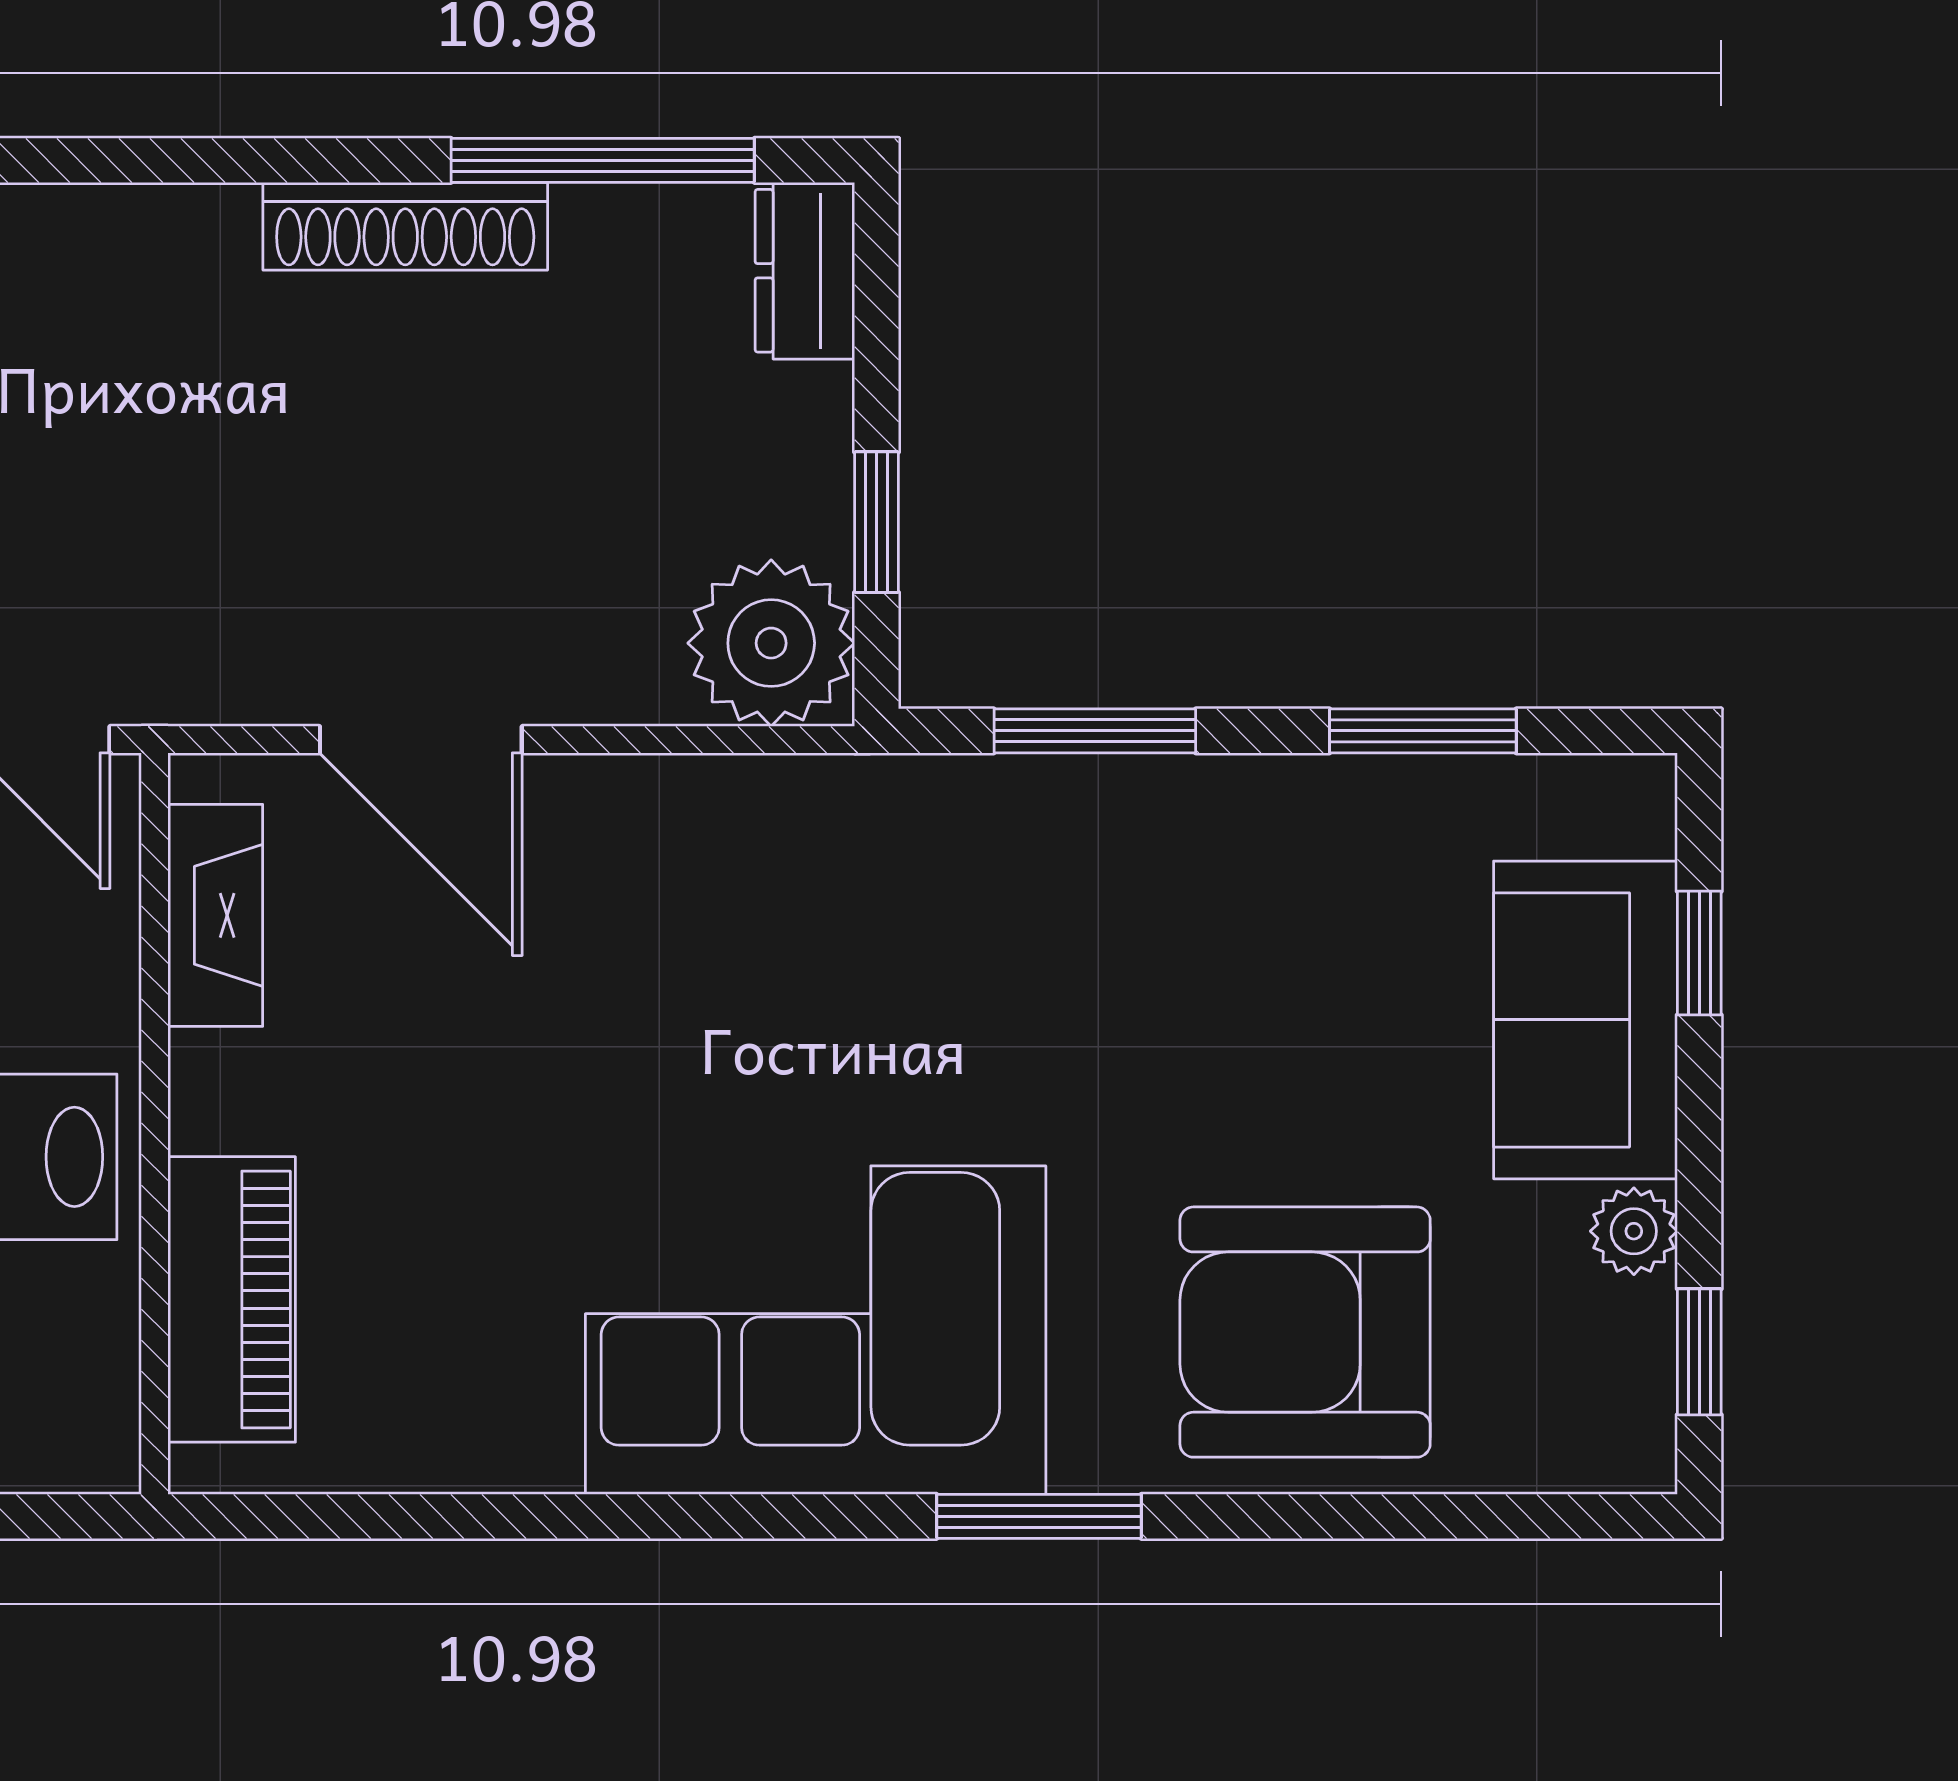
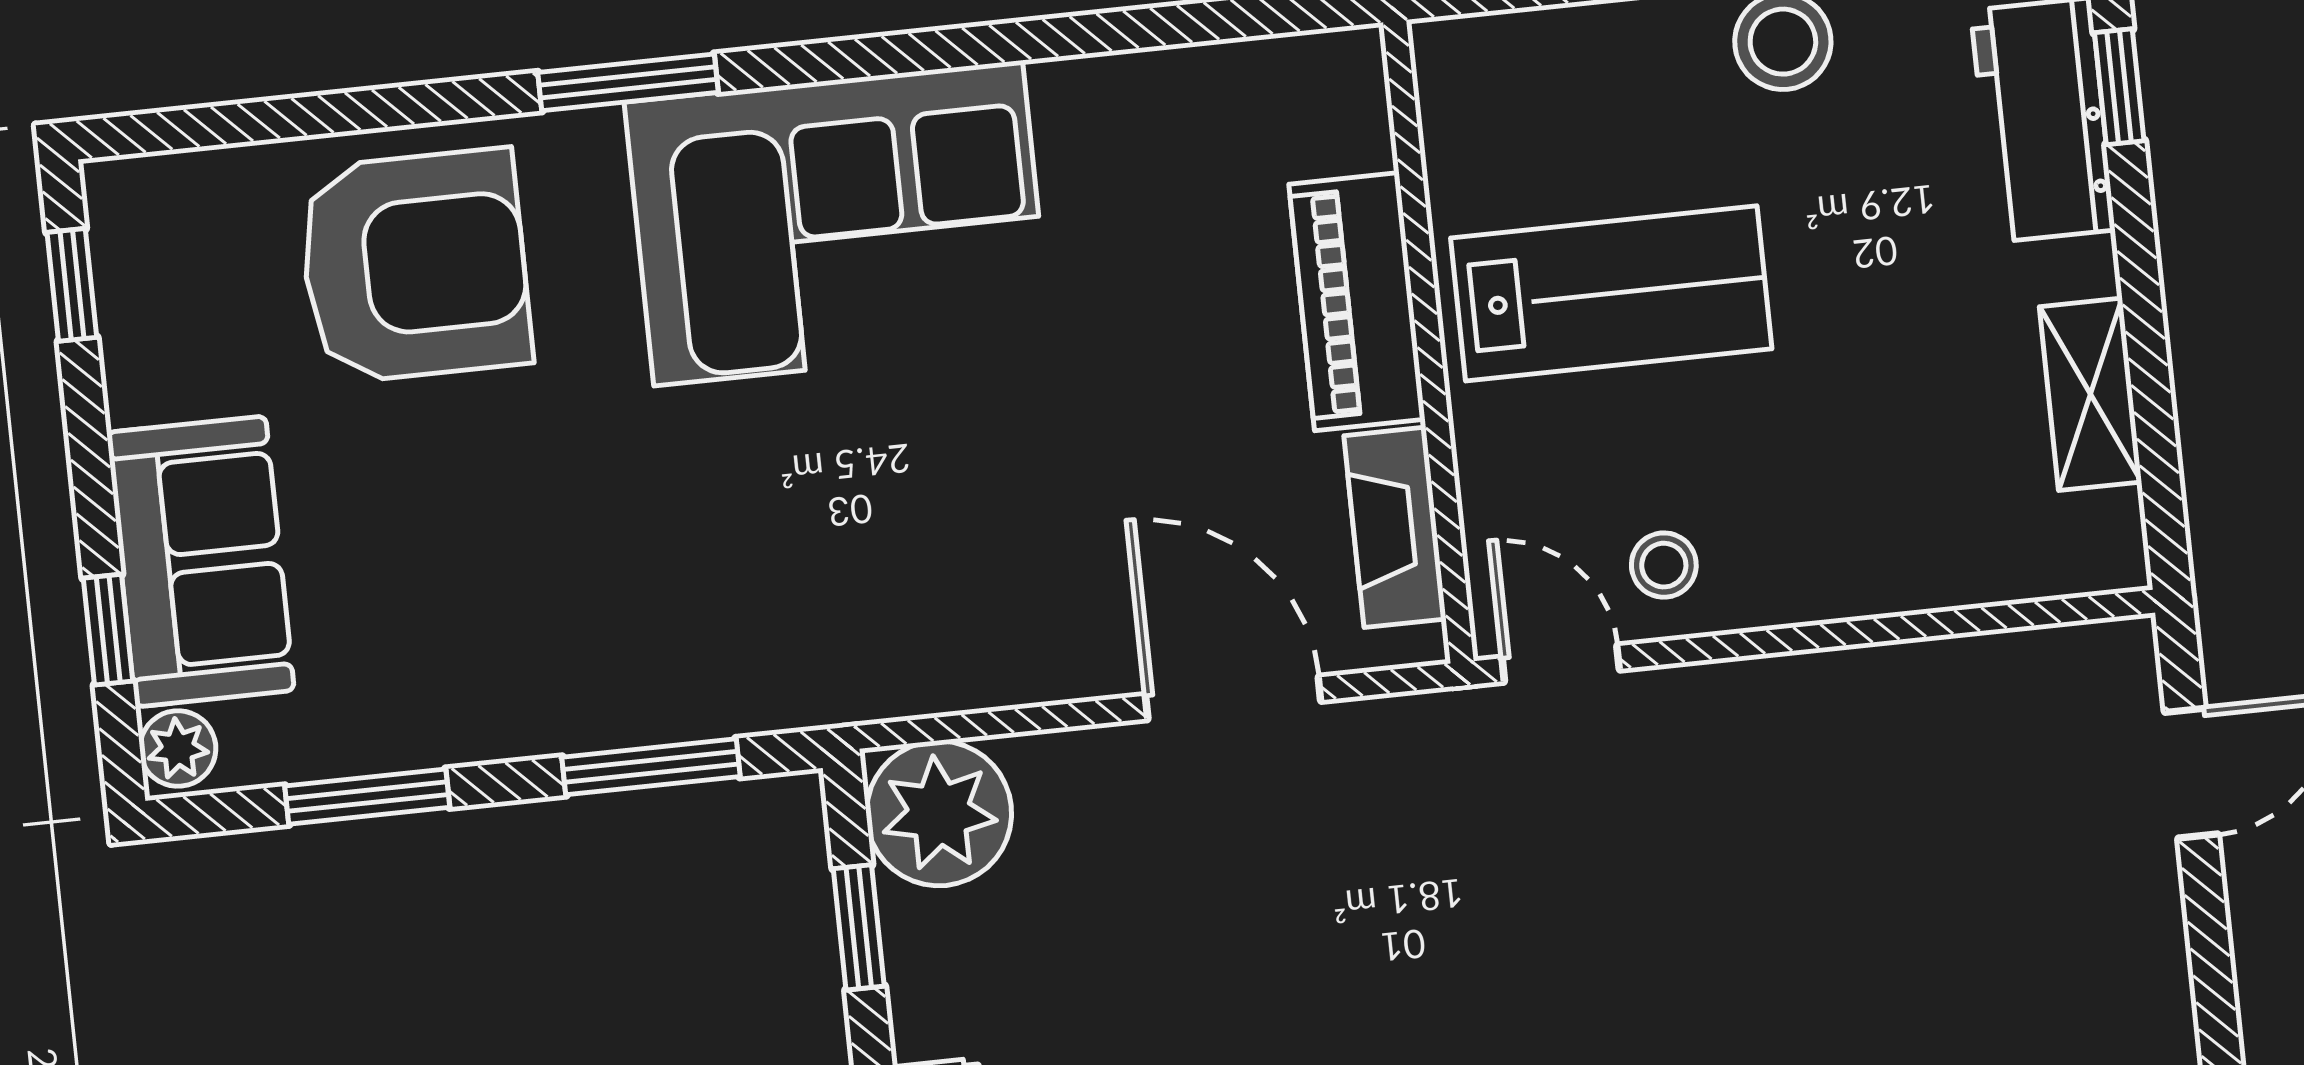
plant: (1634, 1231) -> (178, 749), moved
piano: (232, 1299) -> (1357, 302), moved

